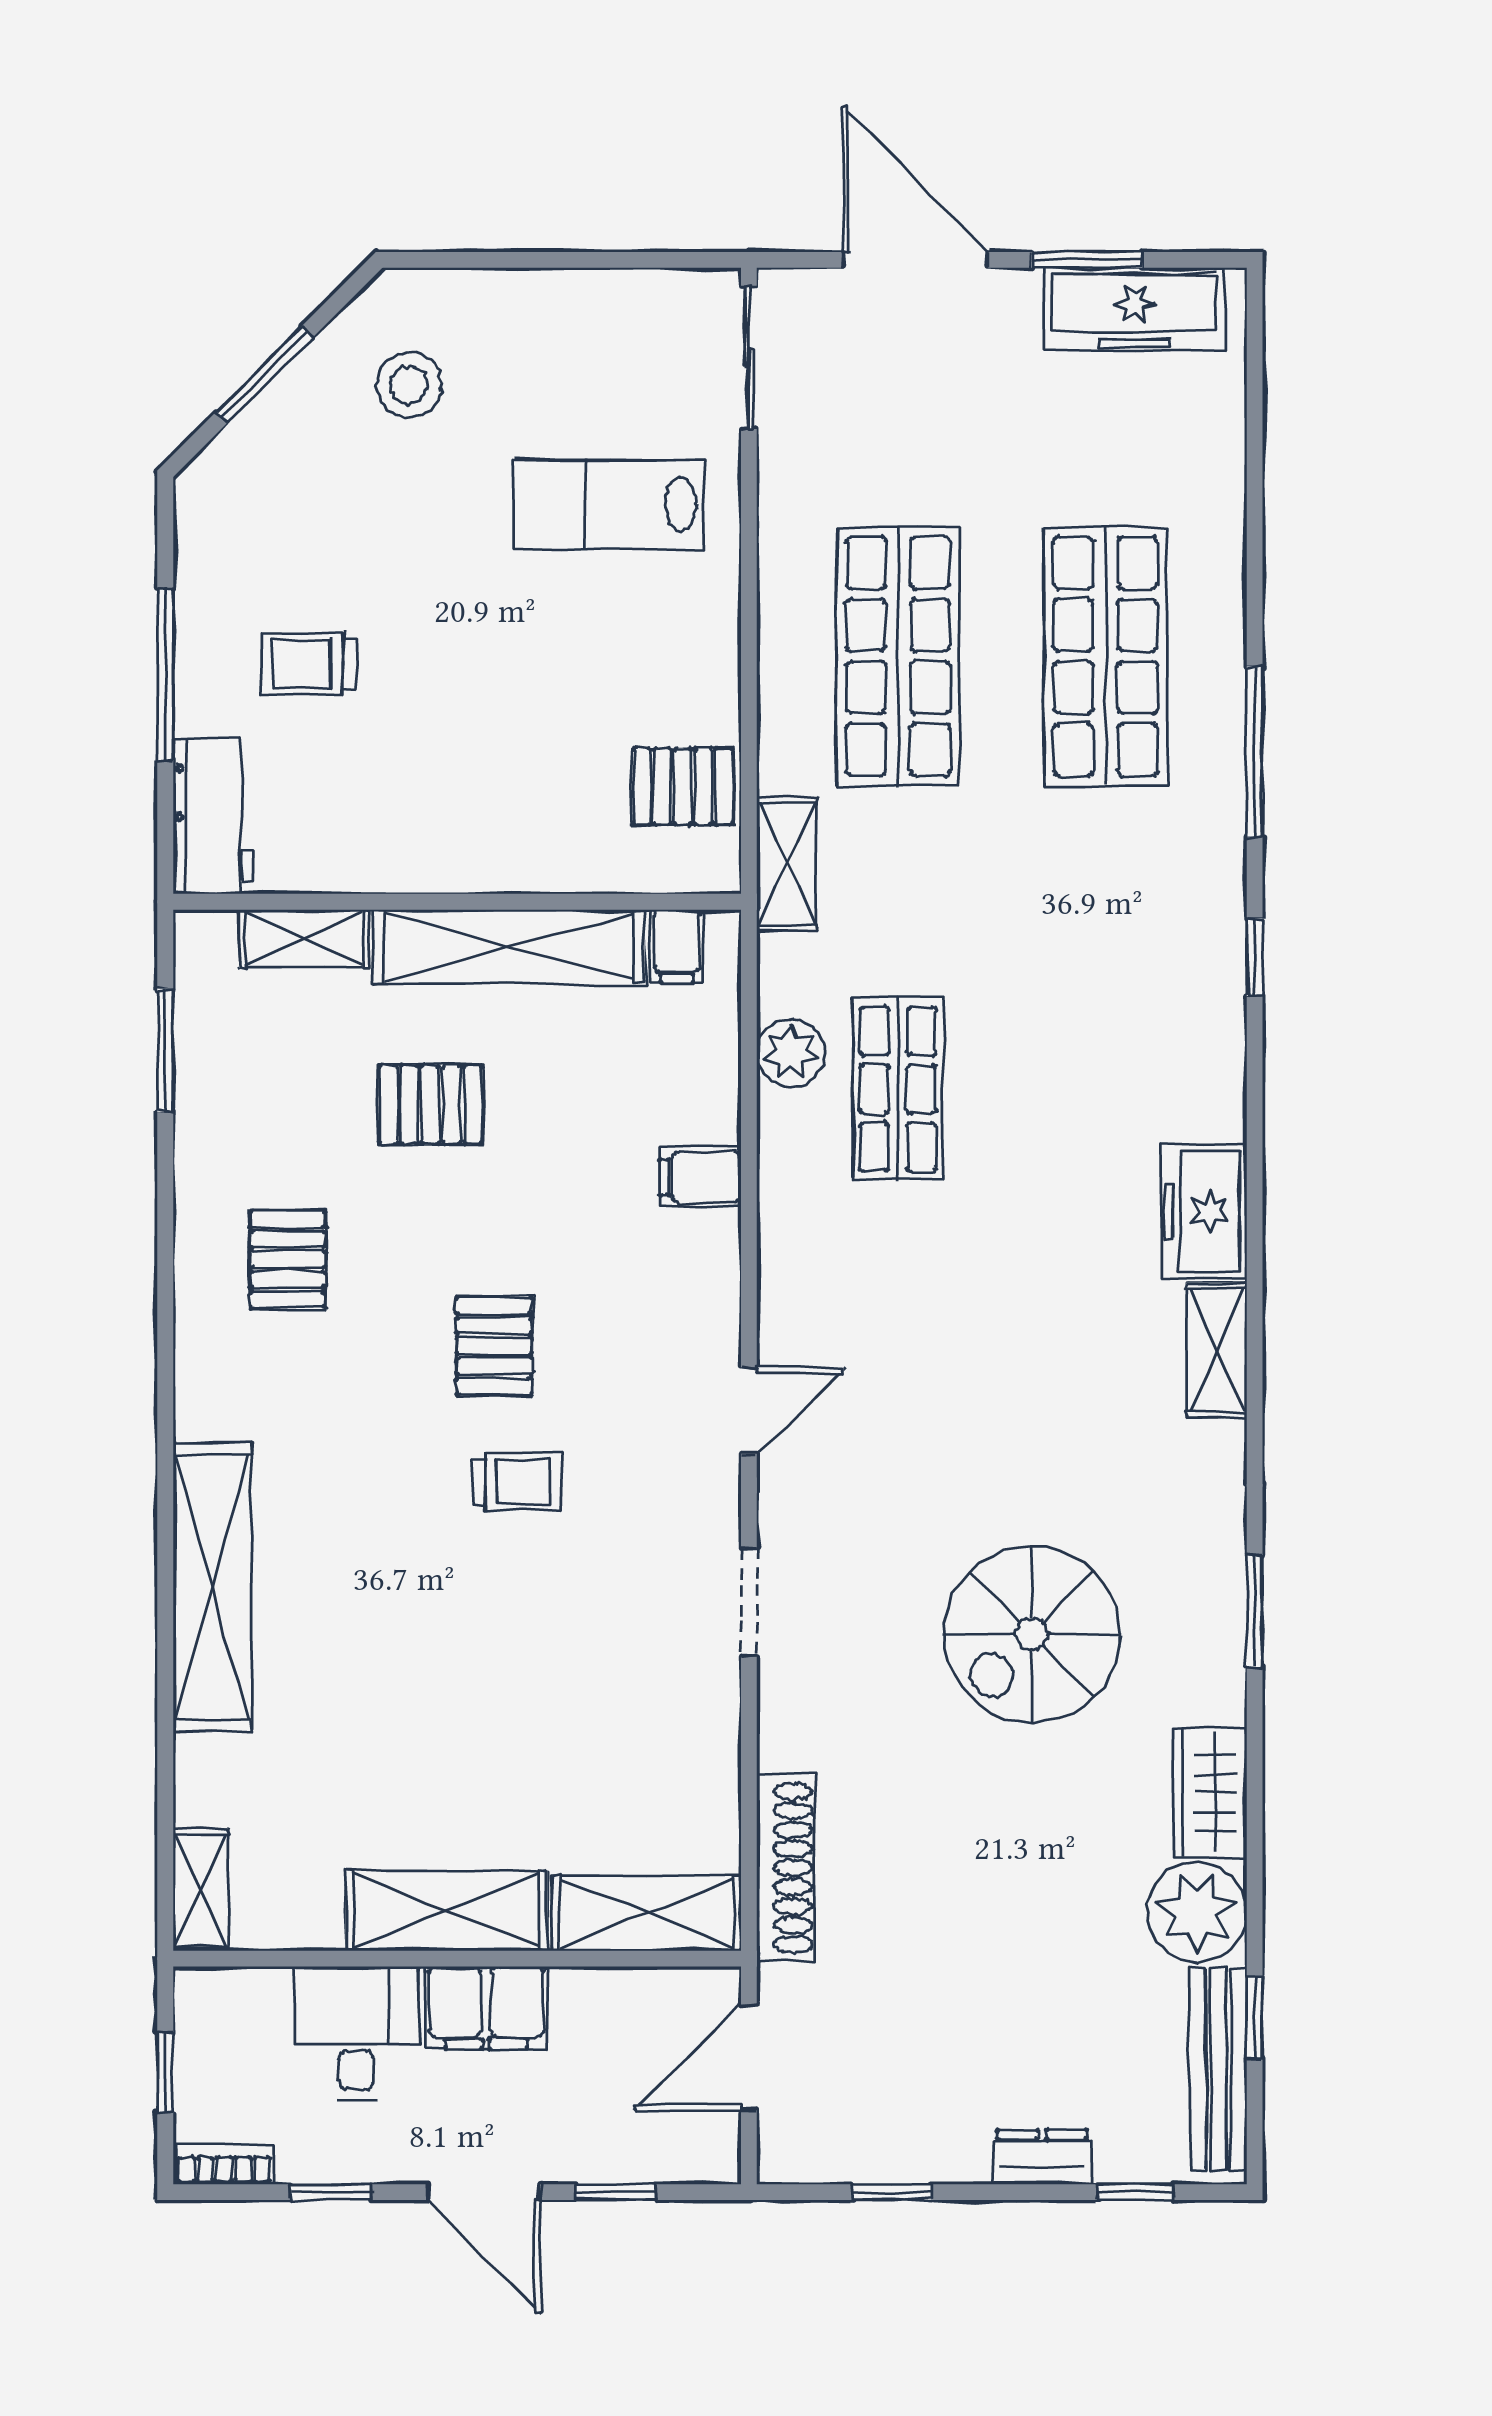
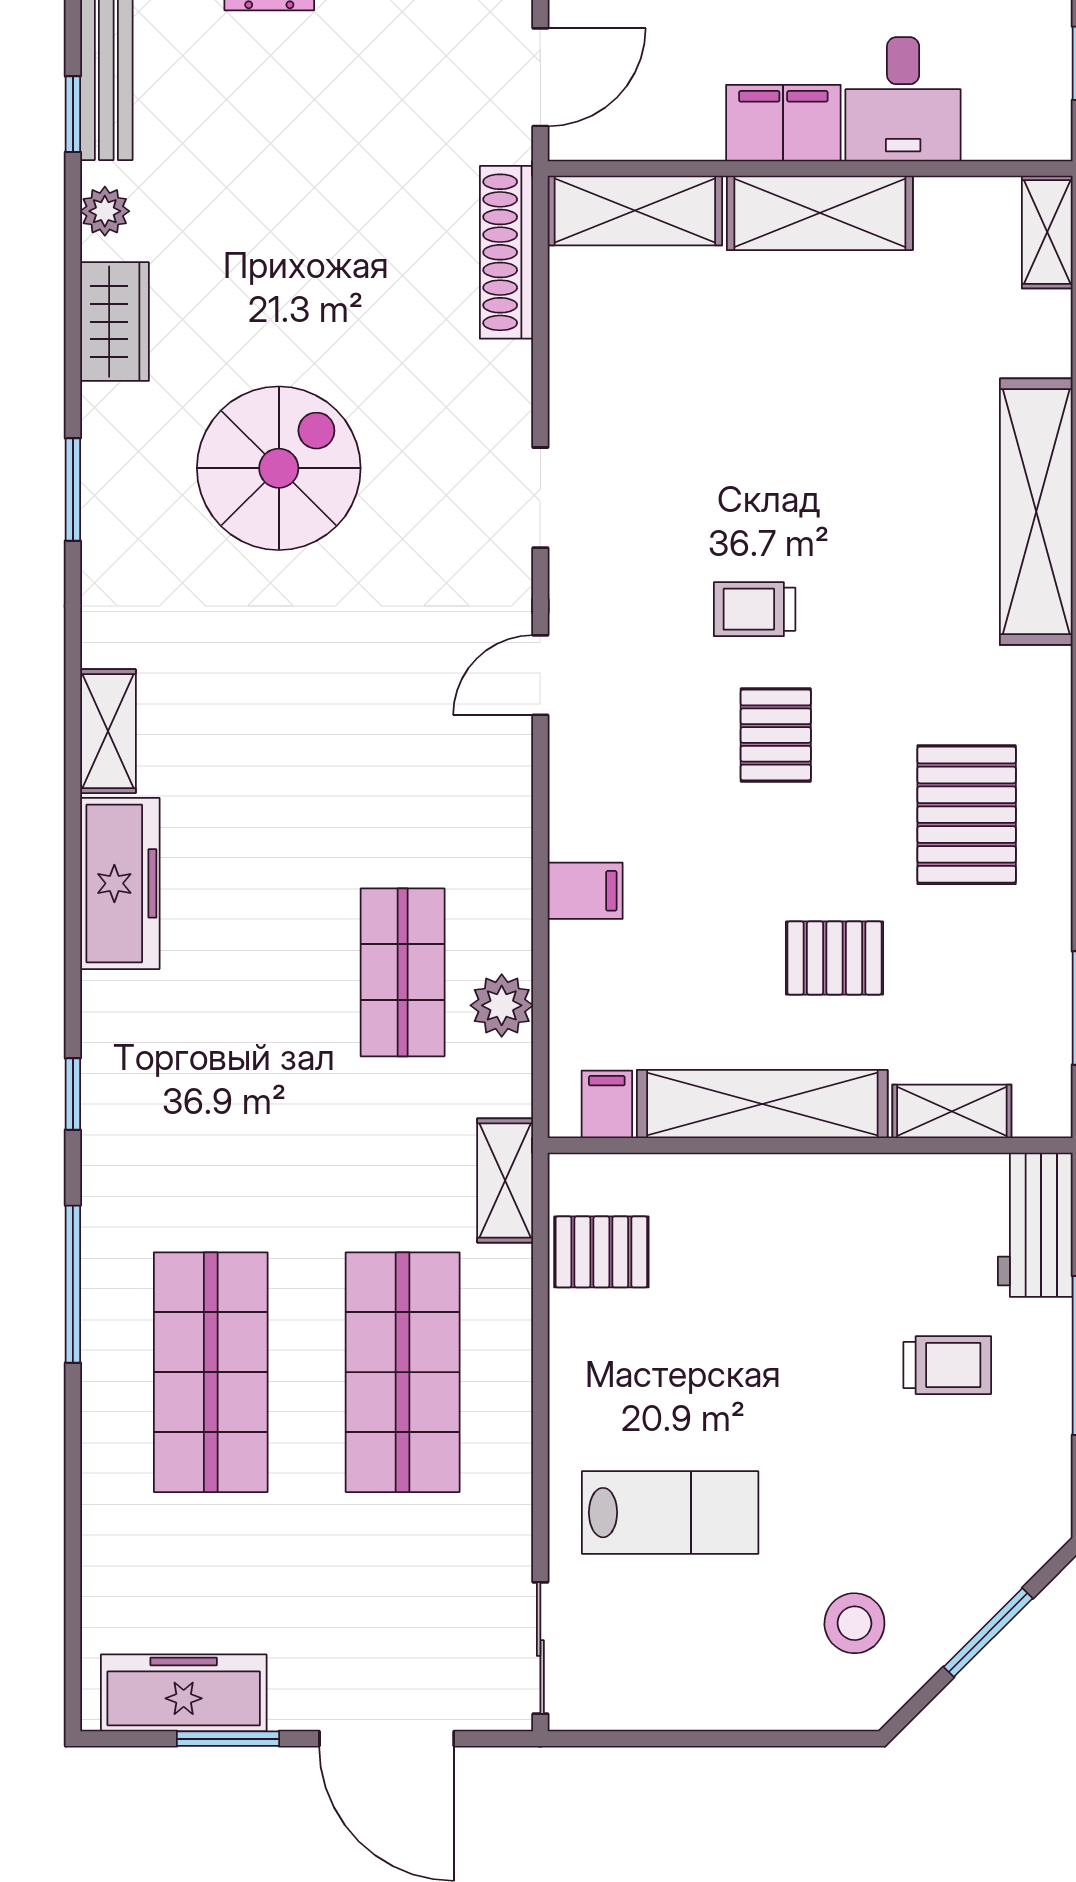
freezer: (1204, 1212) -> (120, 883), width x1.40
pallet: (288, 1260) -> (967, 815), width x1.50, depth x1.42
plant: (1197, 1912) -> (105, 211), width x0.53, depth x0.53

